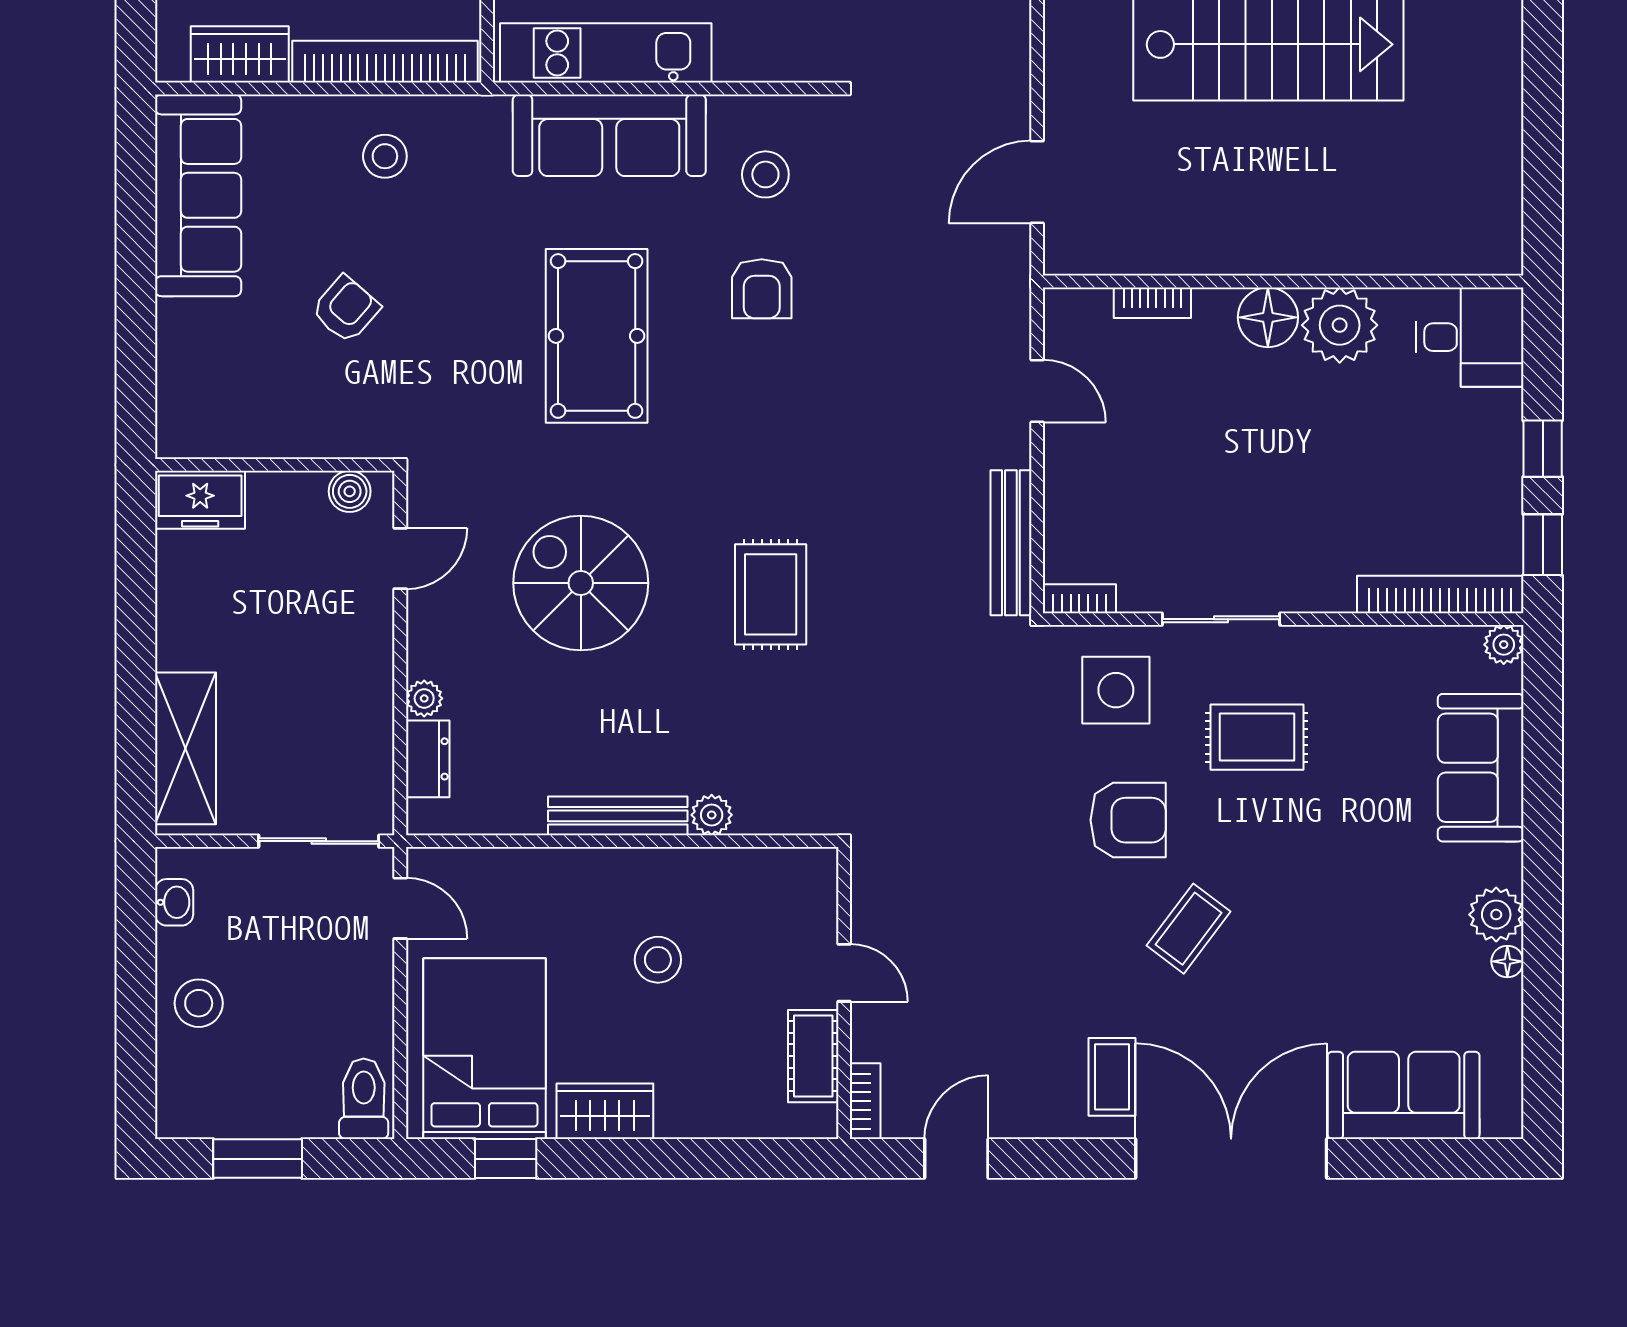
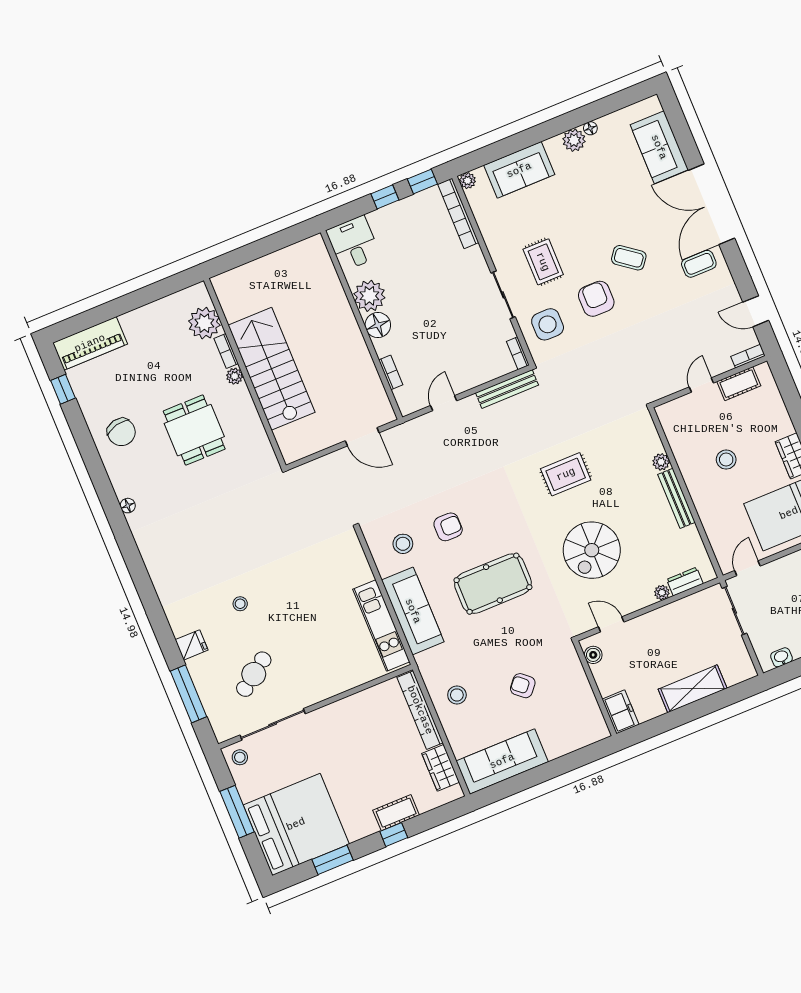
shelving: (186, 748) -> (693, 689), moved

